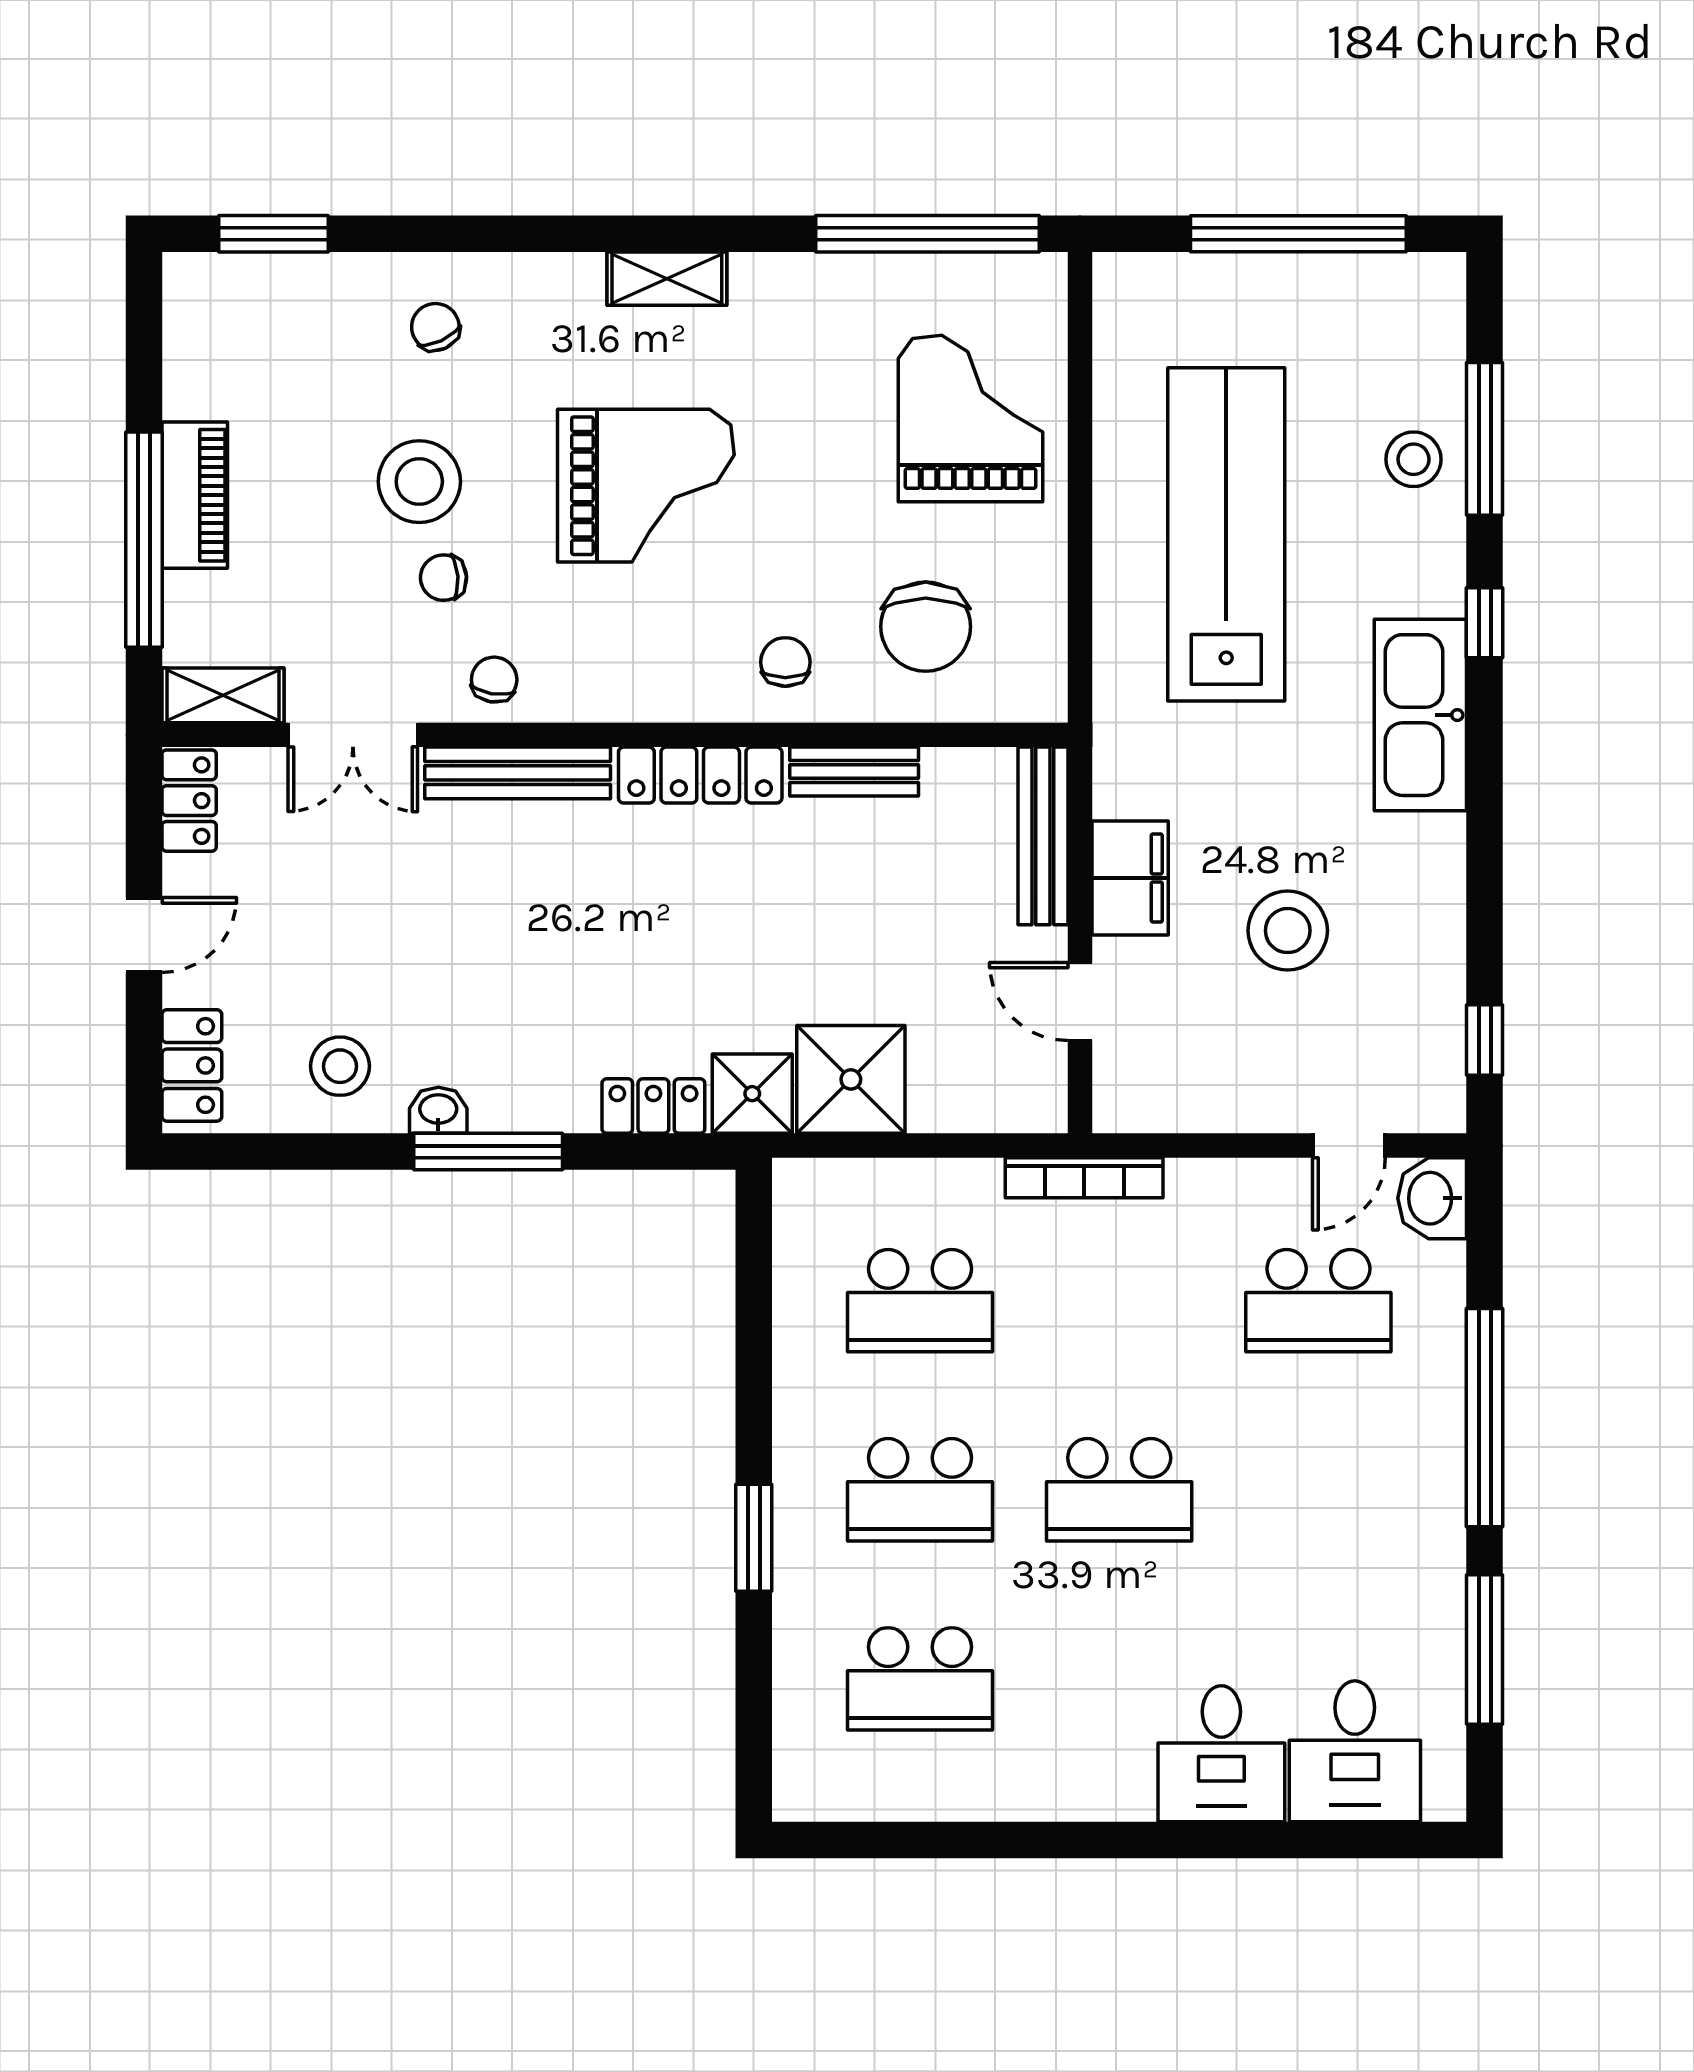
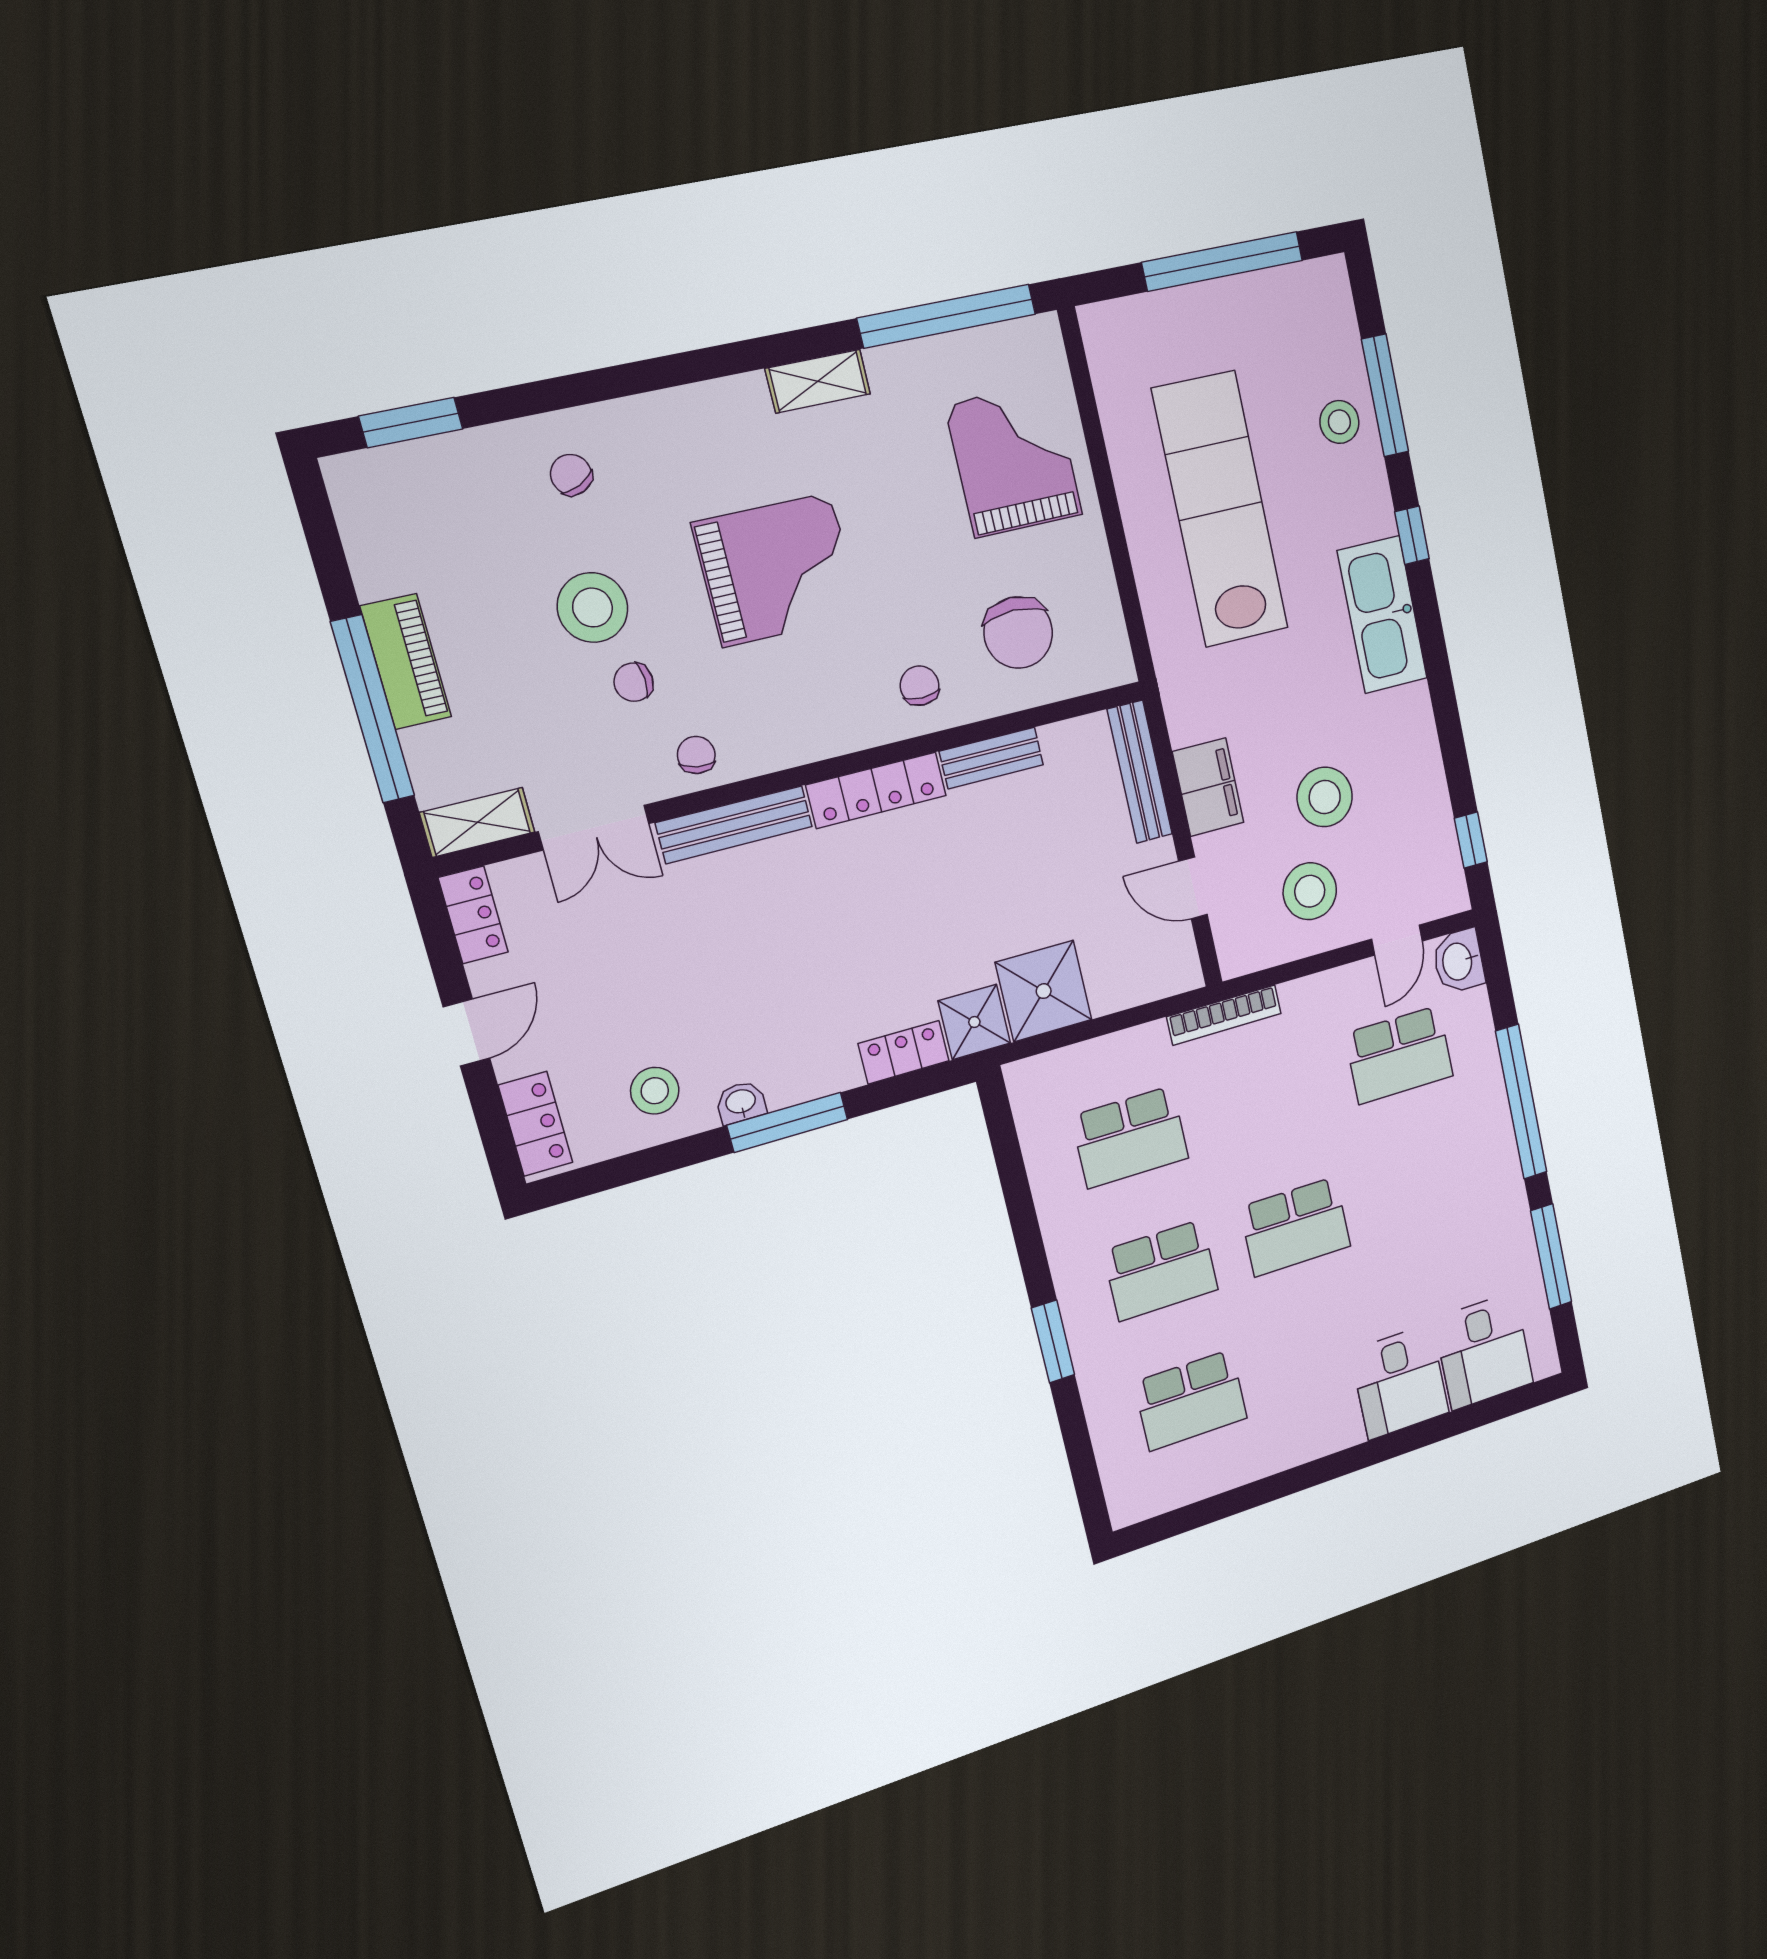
shelving: (667, 279) -> (818, 381), moved
stool: (1240, 1048) -> (1310, 891), added

